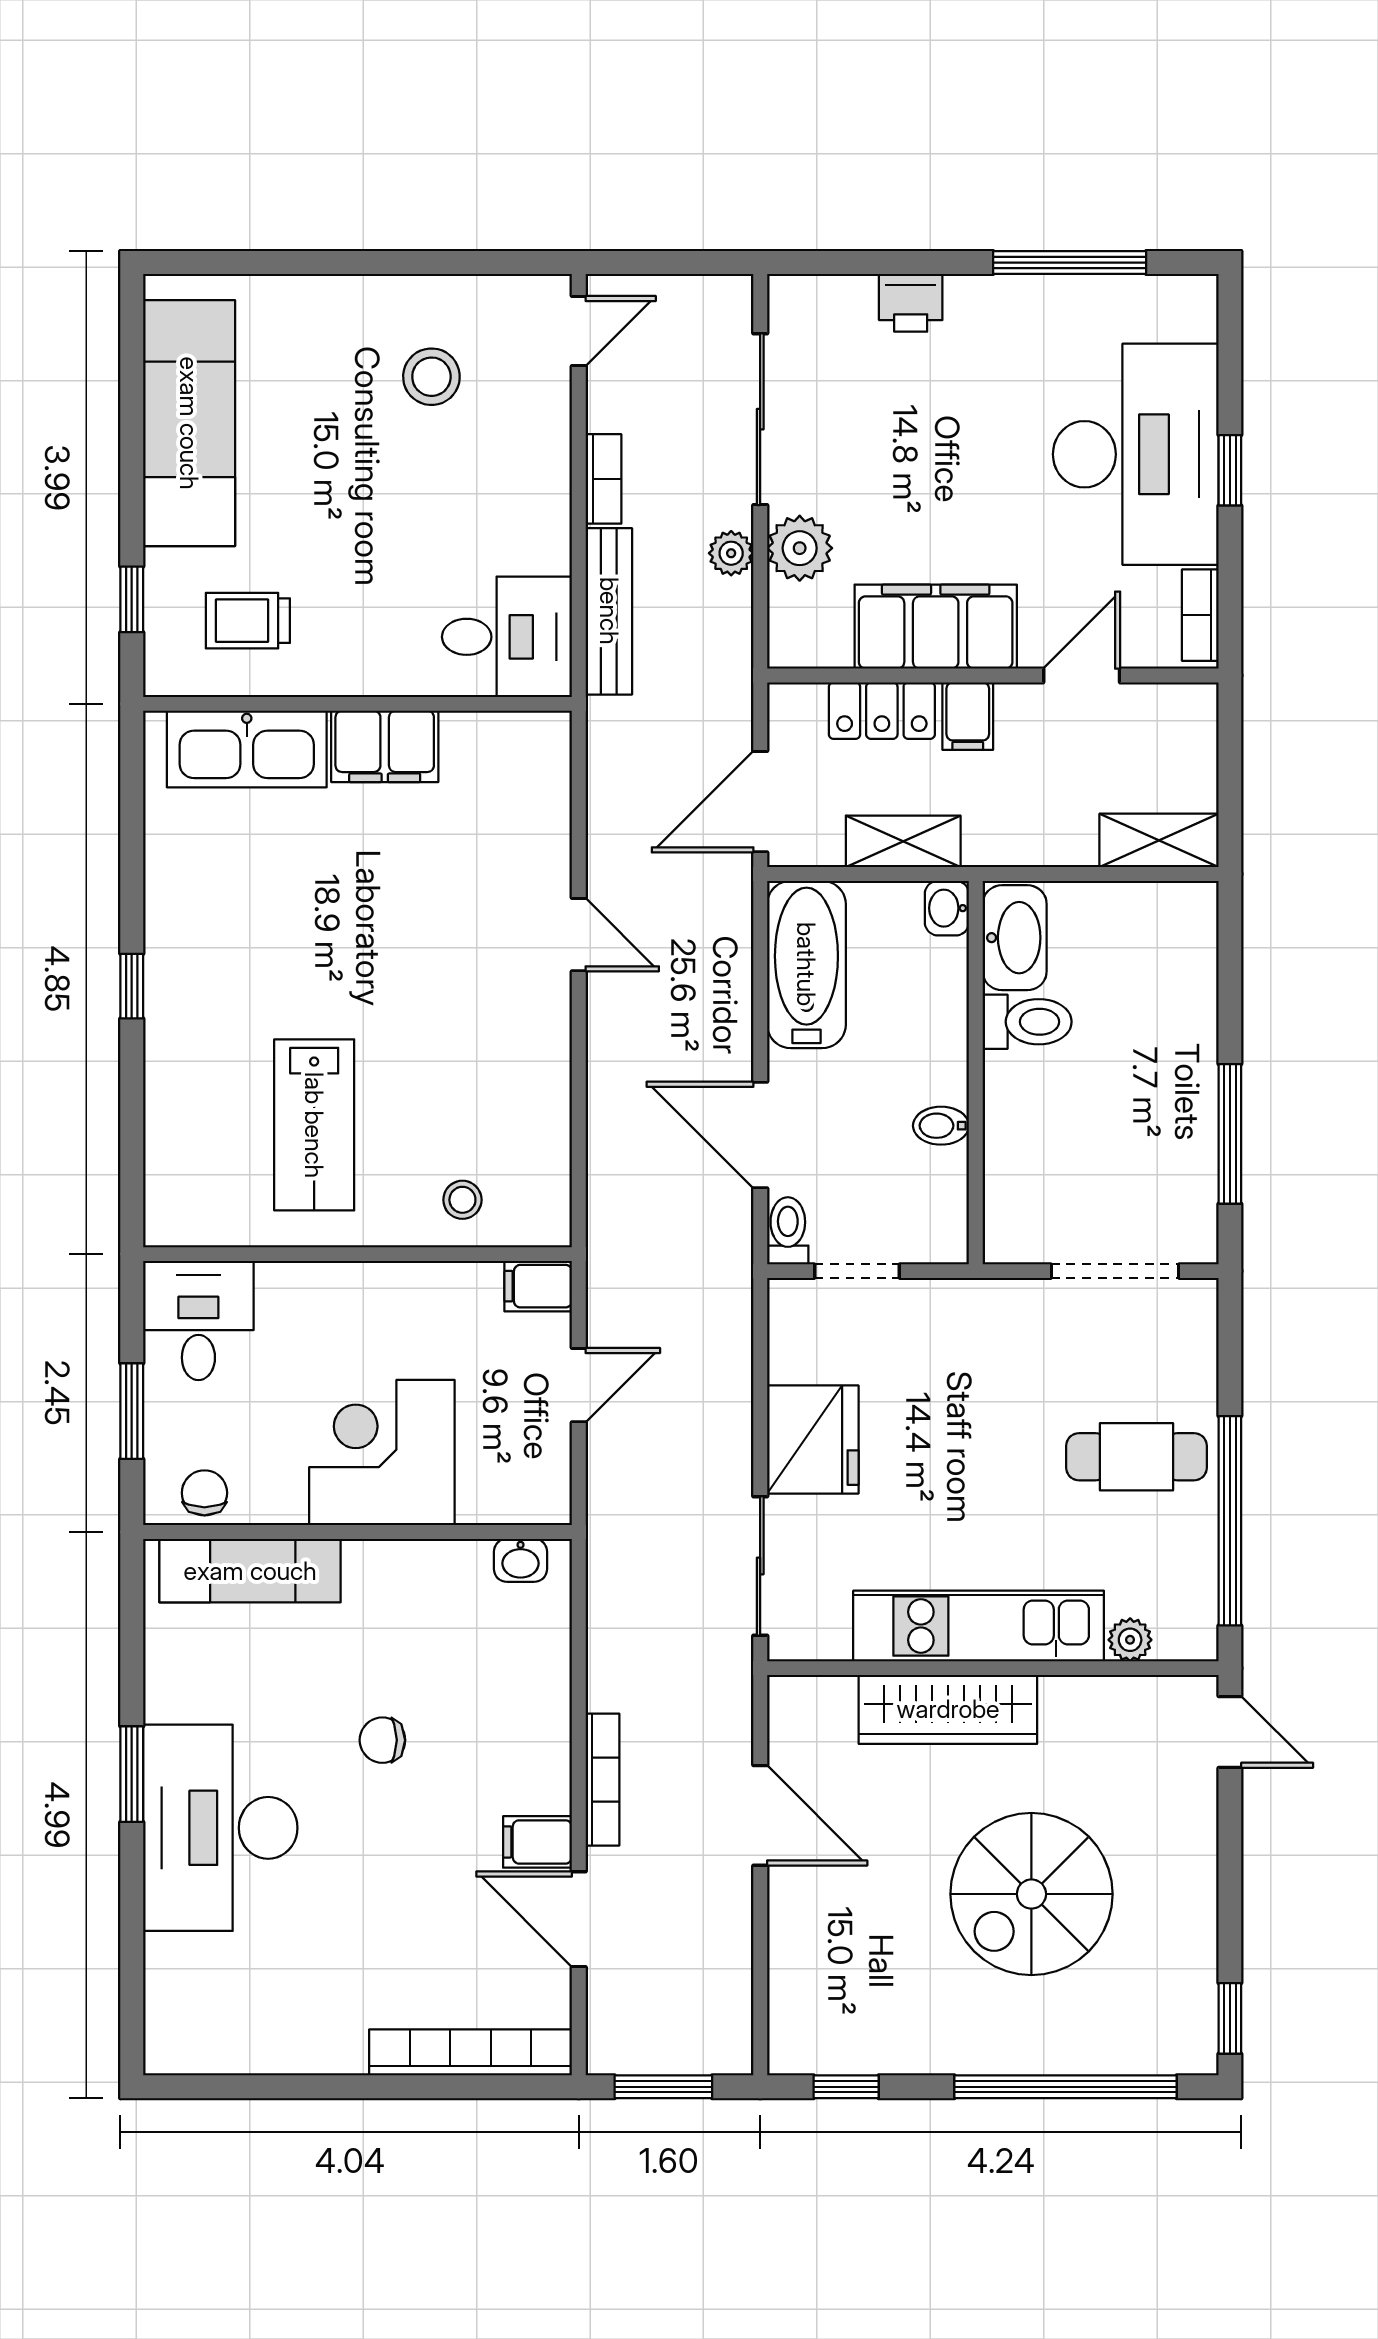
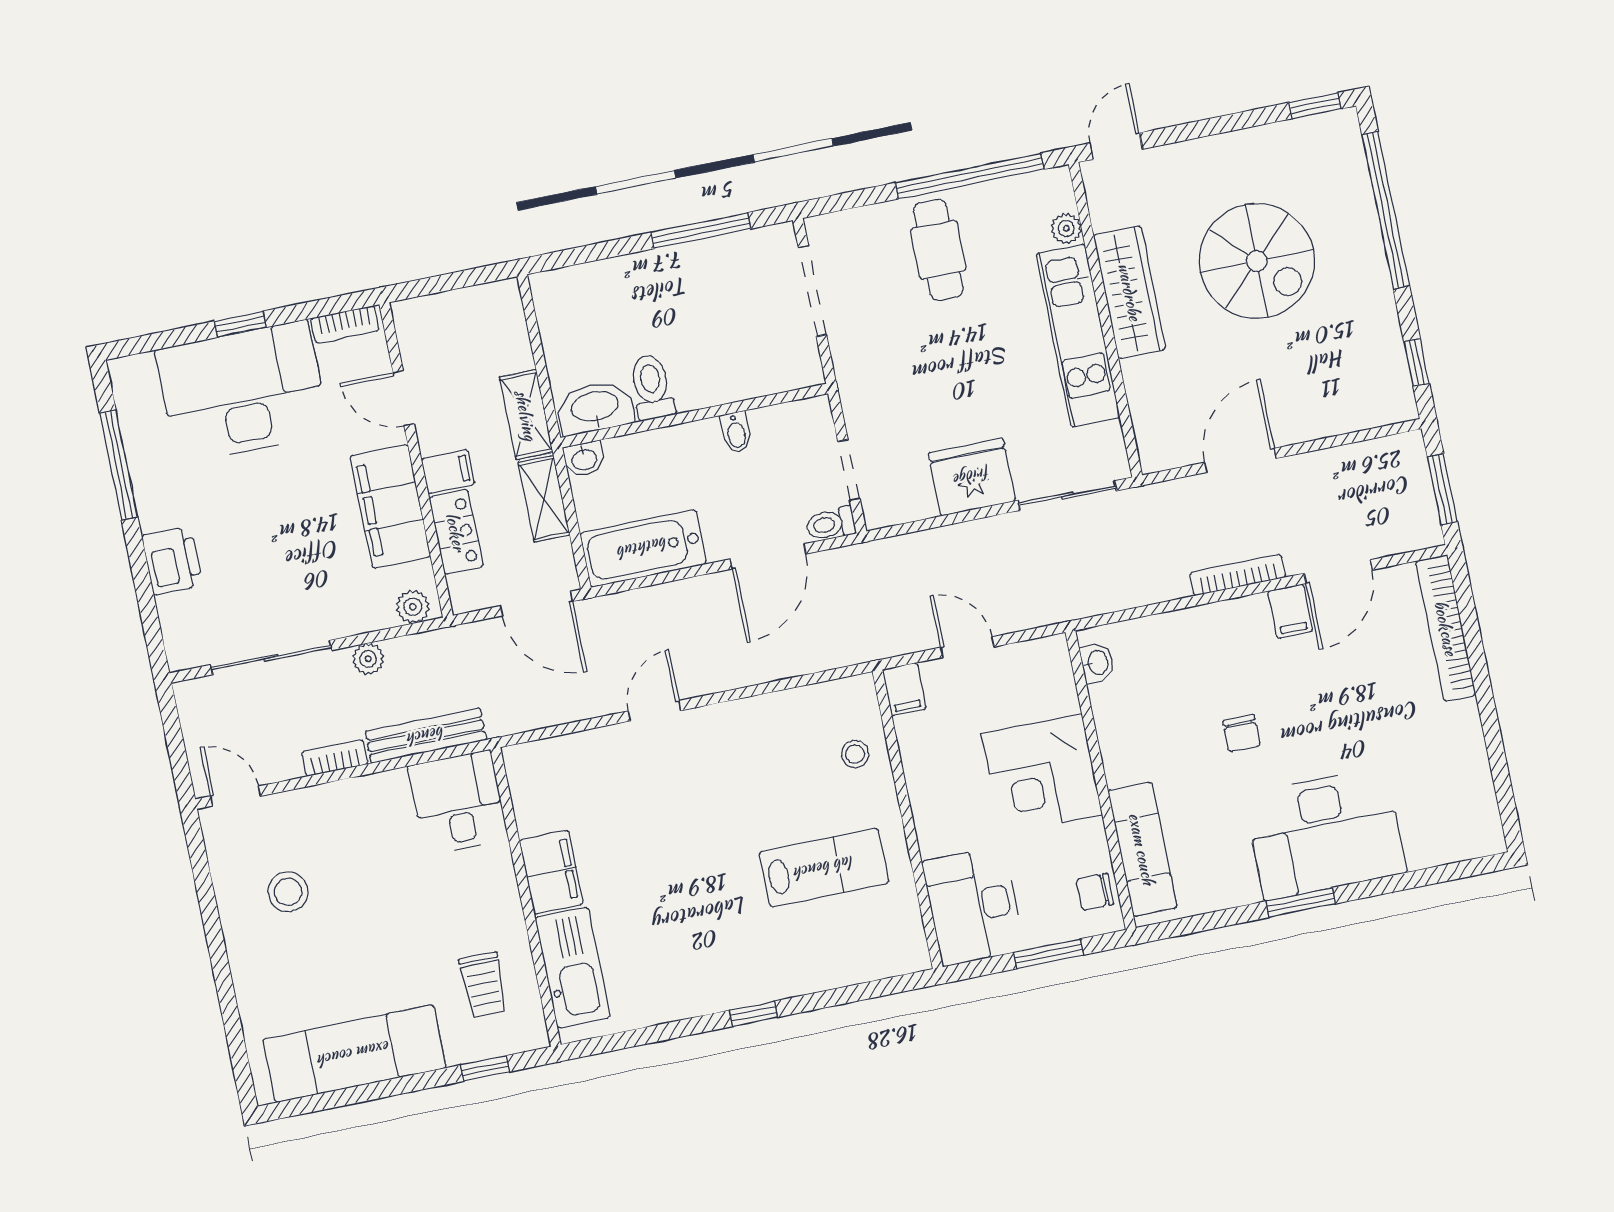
printer: (911, 303) -> (172, 561), width x1.36, depth x1.24
plant: (800, 548) -> (413, 607), moved, width x0.73, depth x0.73
shelving: (1159, 840) -> (526, 415), moved
desk: (198, 1321) -> (973, 906), width x1.37
wardrobe: (948, 1709) -> (1130, 292), moved

